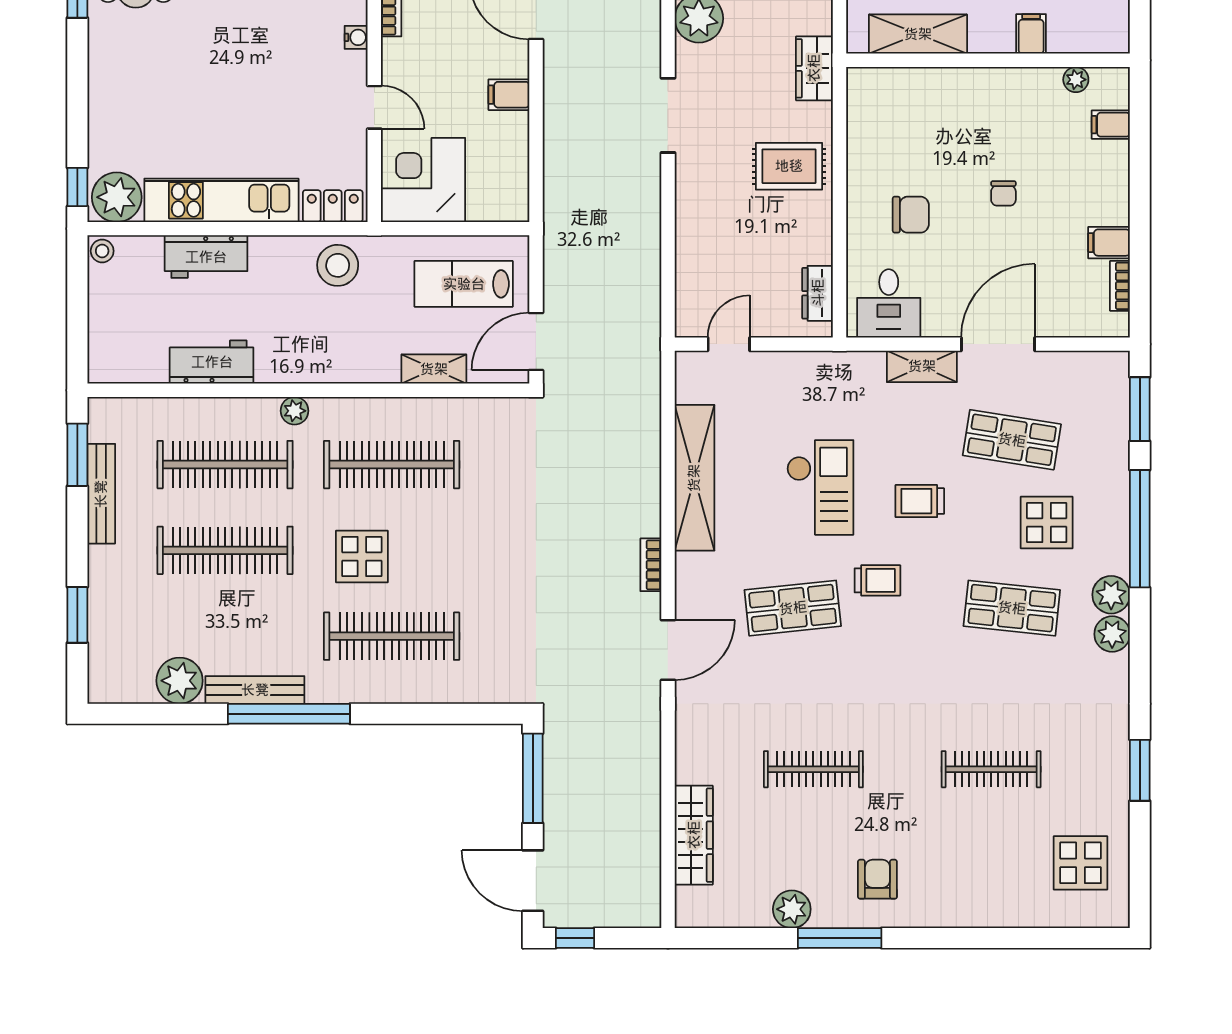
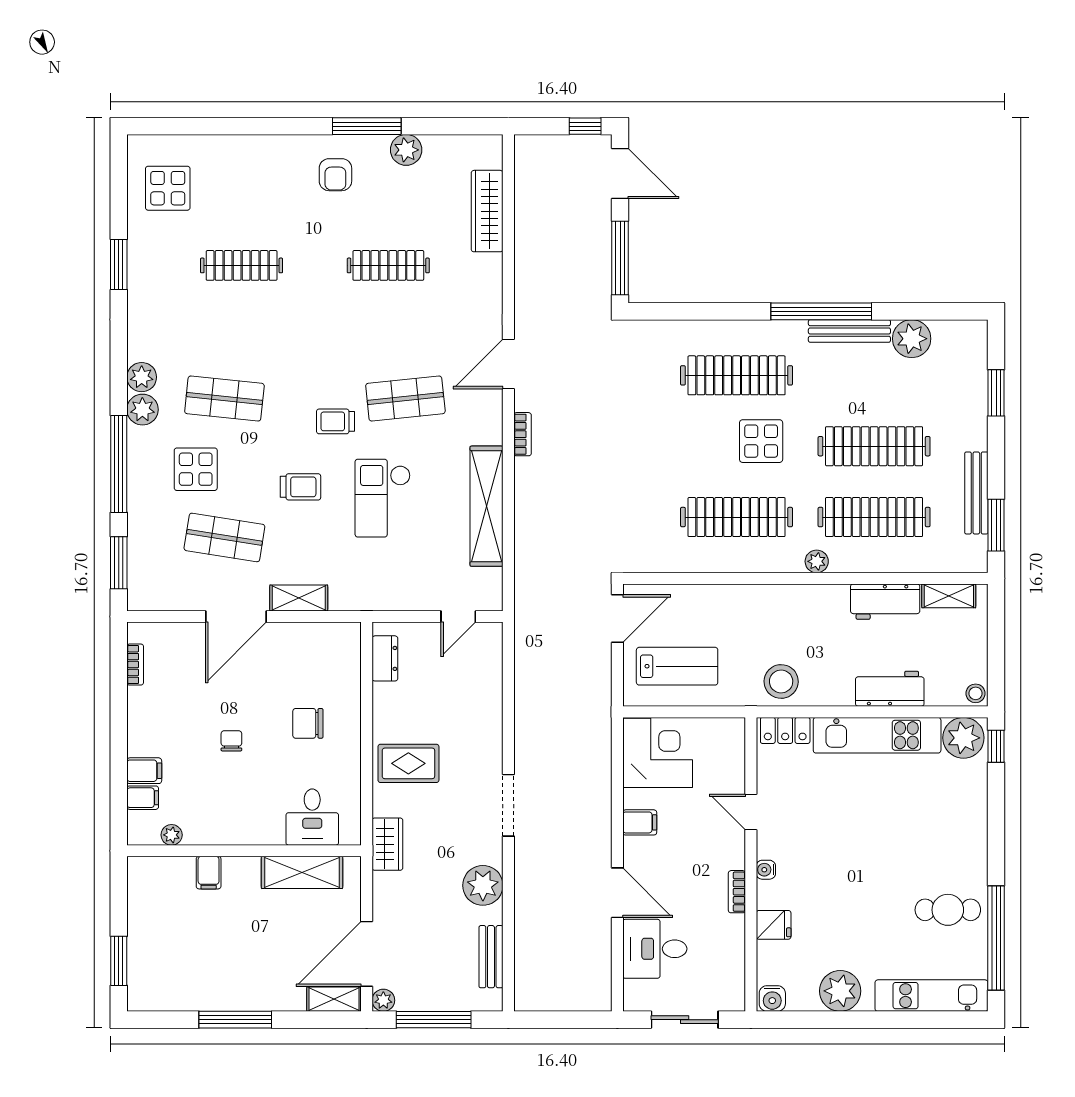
corner desk: (423, 180) -> (658, 753), moved, turned -90
filing cabinet: (1109, 243) -> (144, 771), moved
desk: (889, 303) -> (312, 817), moved, turned 180
shelving: (434, 369) -> (949, 596), moved

